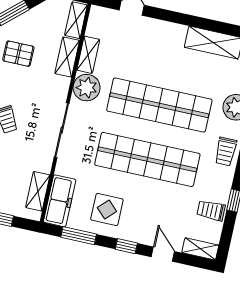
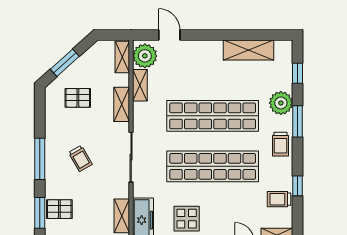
shelving: (67, 57) -> (122, 104), moved
plant: (87, 88) -> (145, 56), moved

